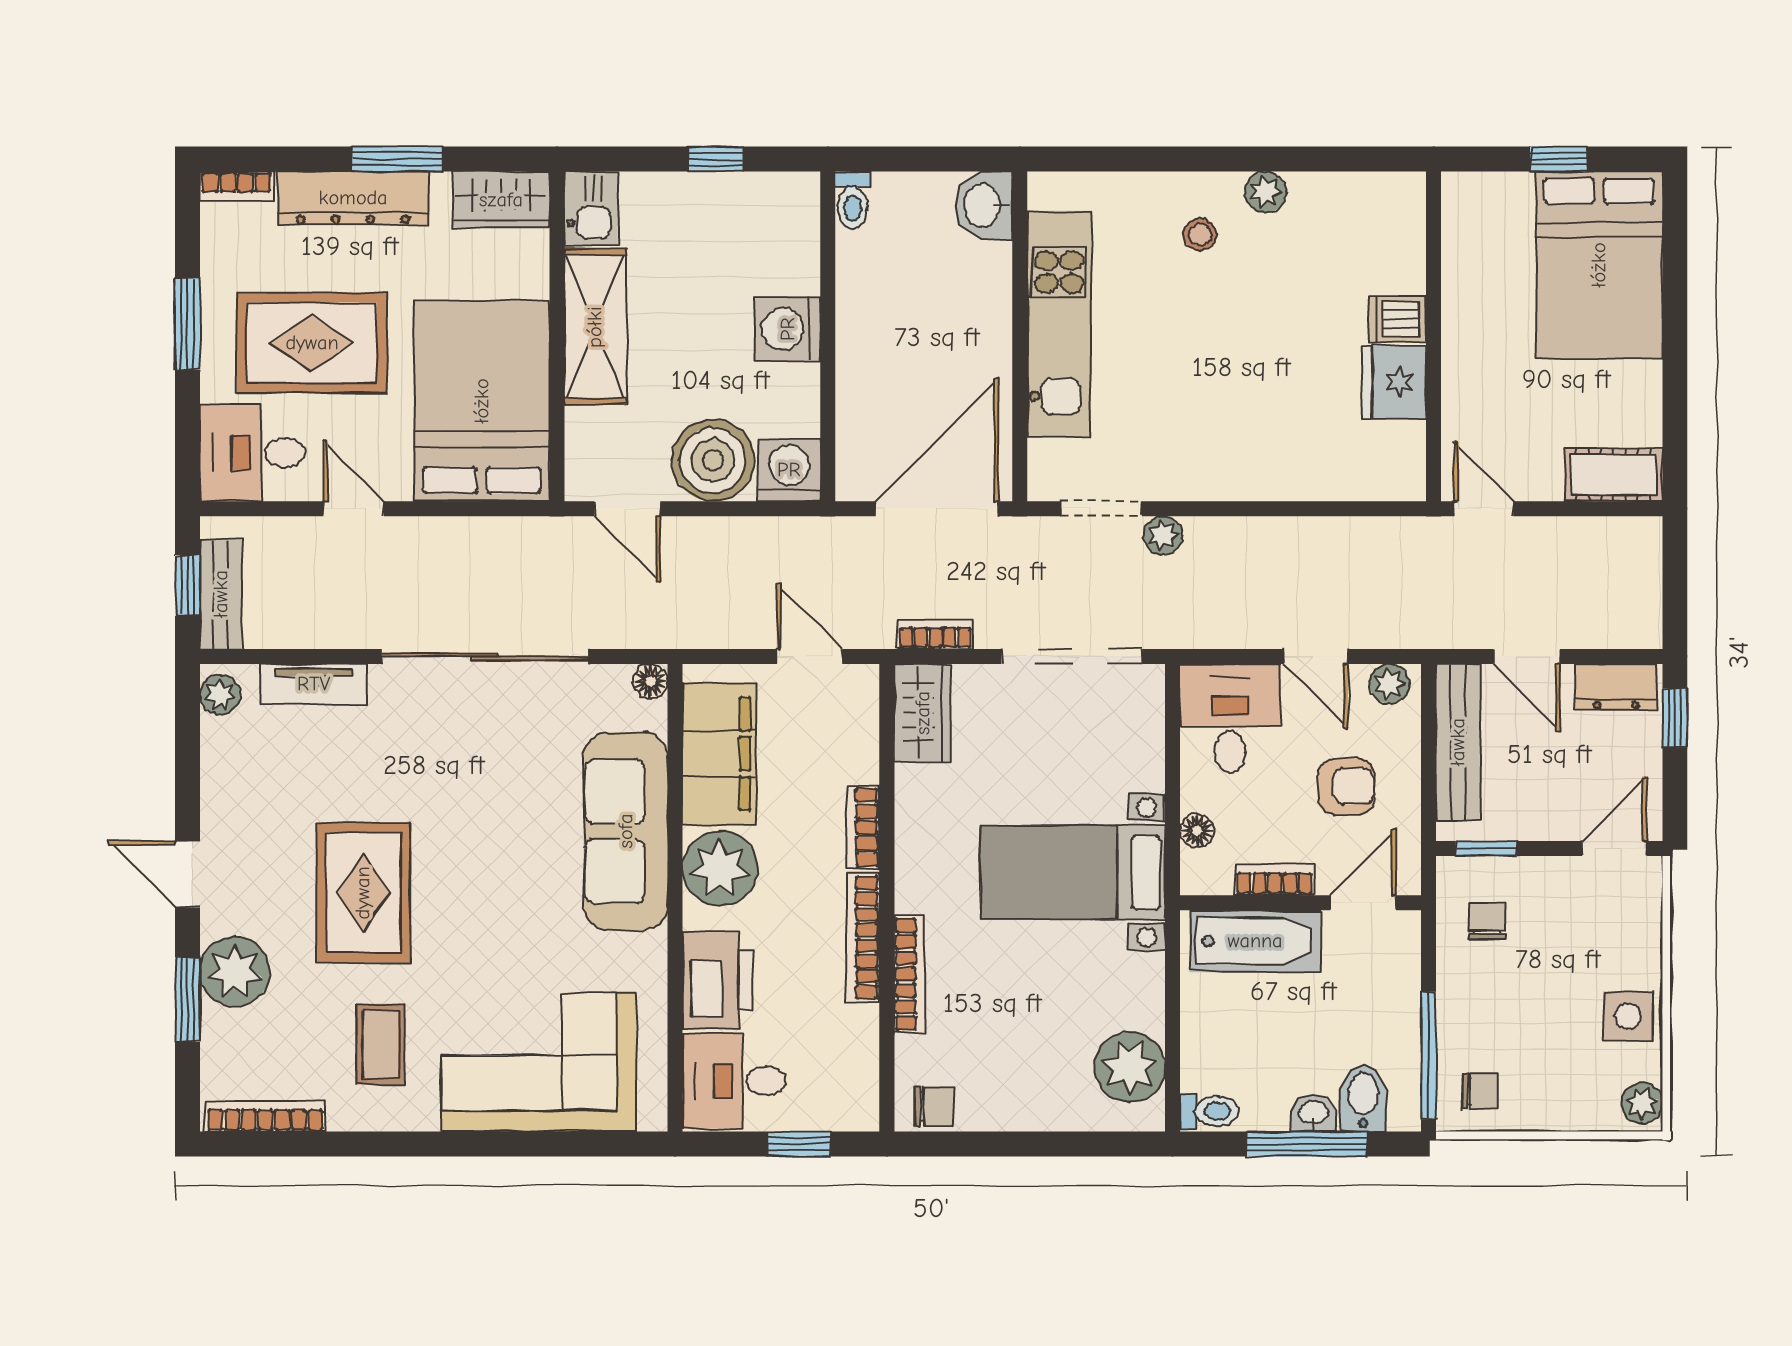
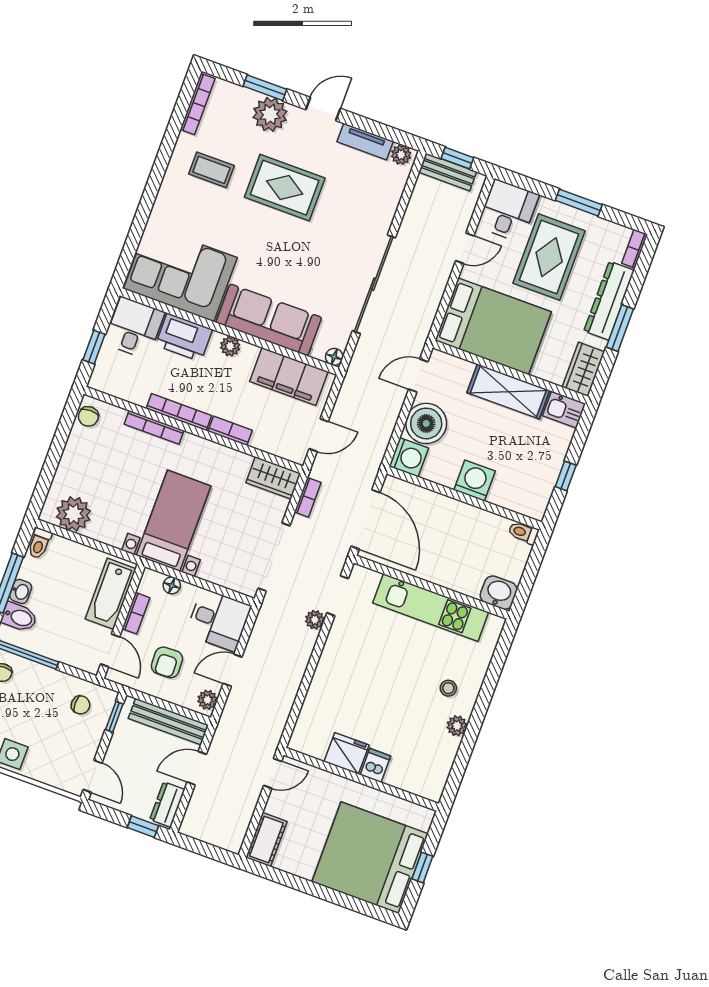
bed: (1599, 265) -> (370, 858), width x1.36
tv unit: (314, 684) -> (365, 142), moved, turned -90
plant: (720, 868) -> (230, 346), width x0.53, depth x0.53
corner sofa: (539, 1062) -> (180, 273), moved, turned -90

